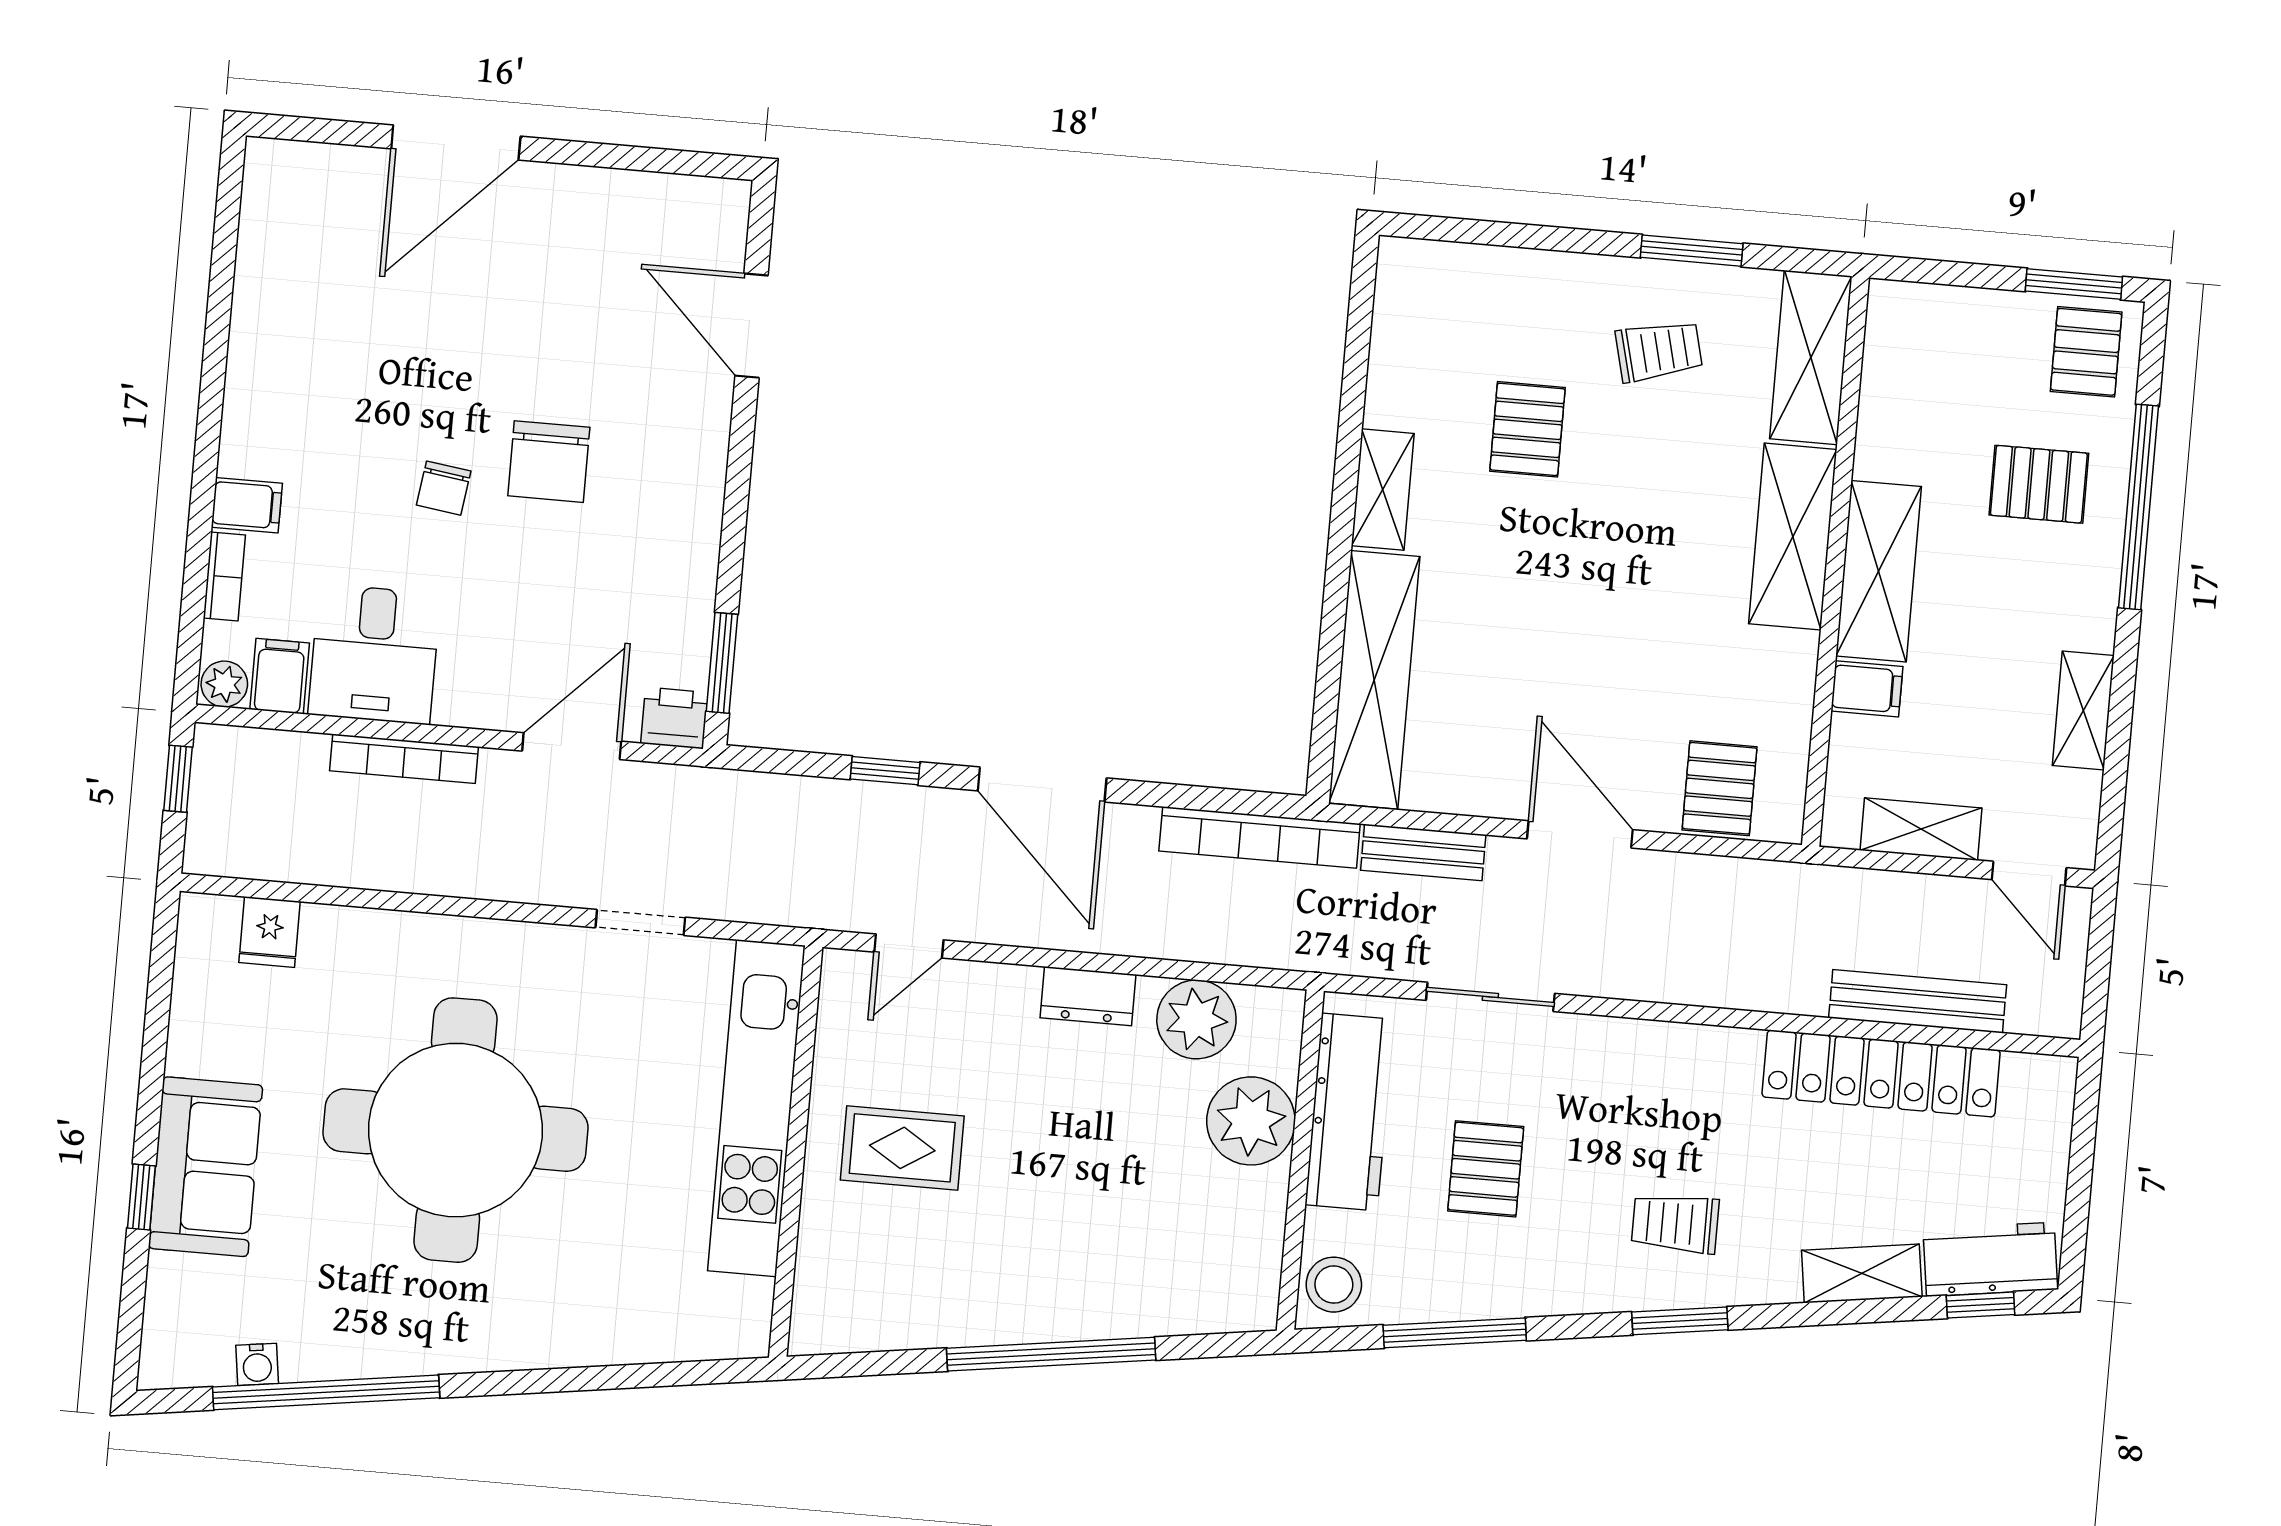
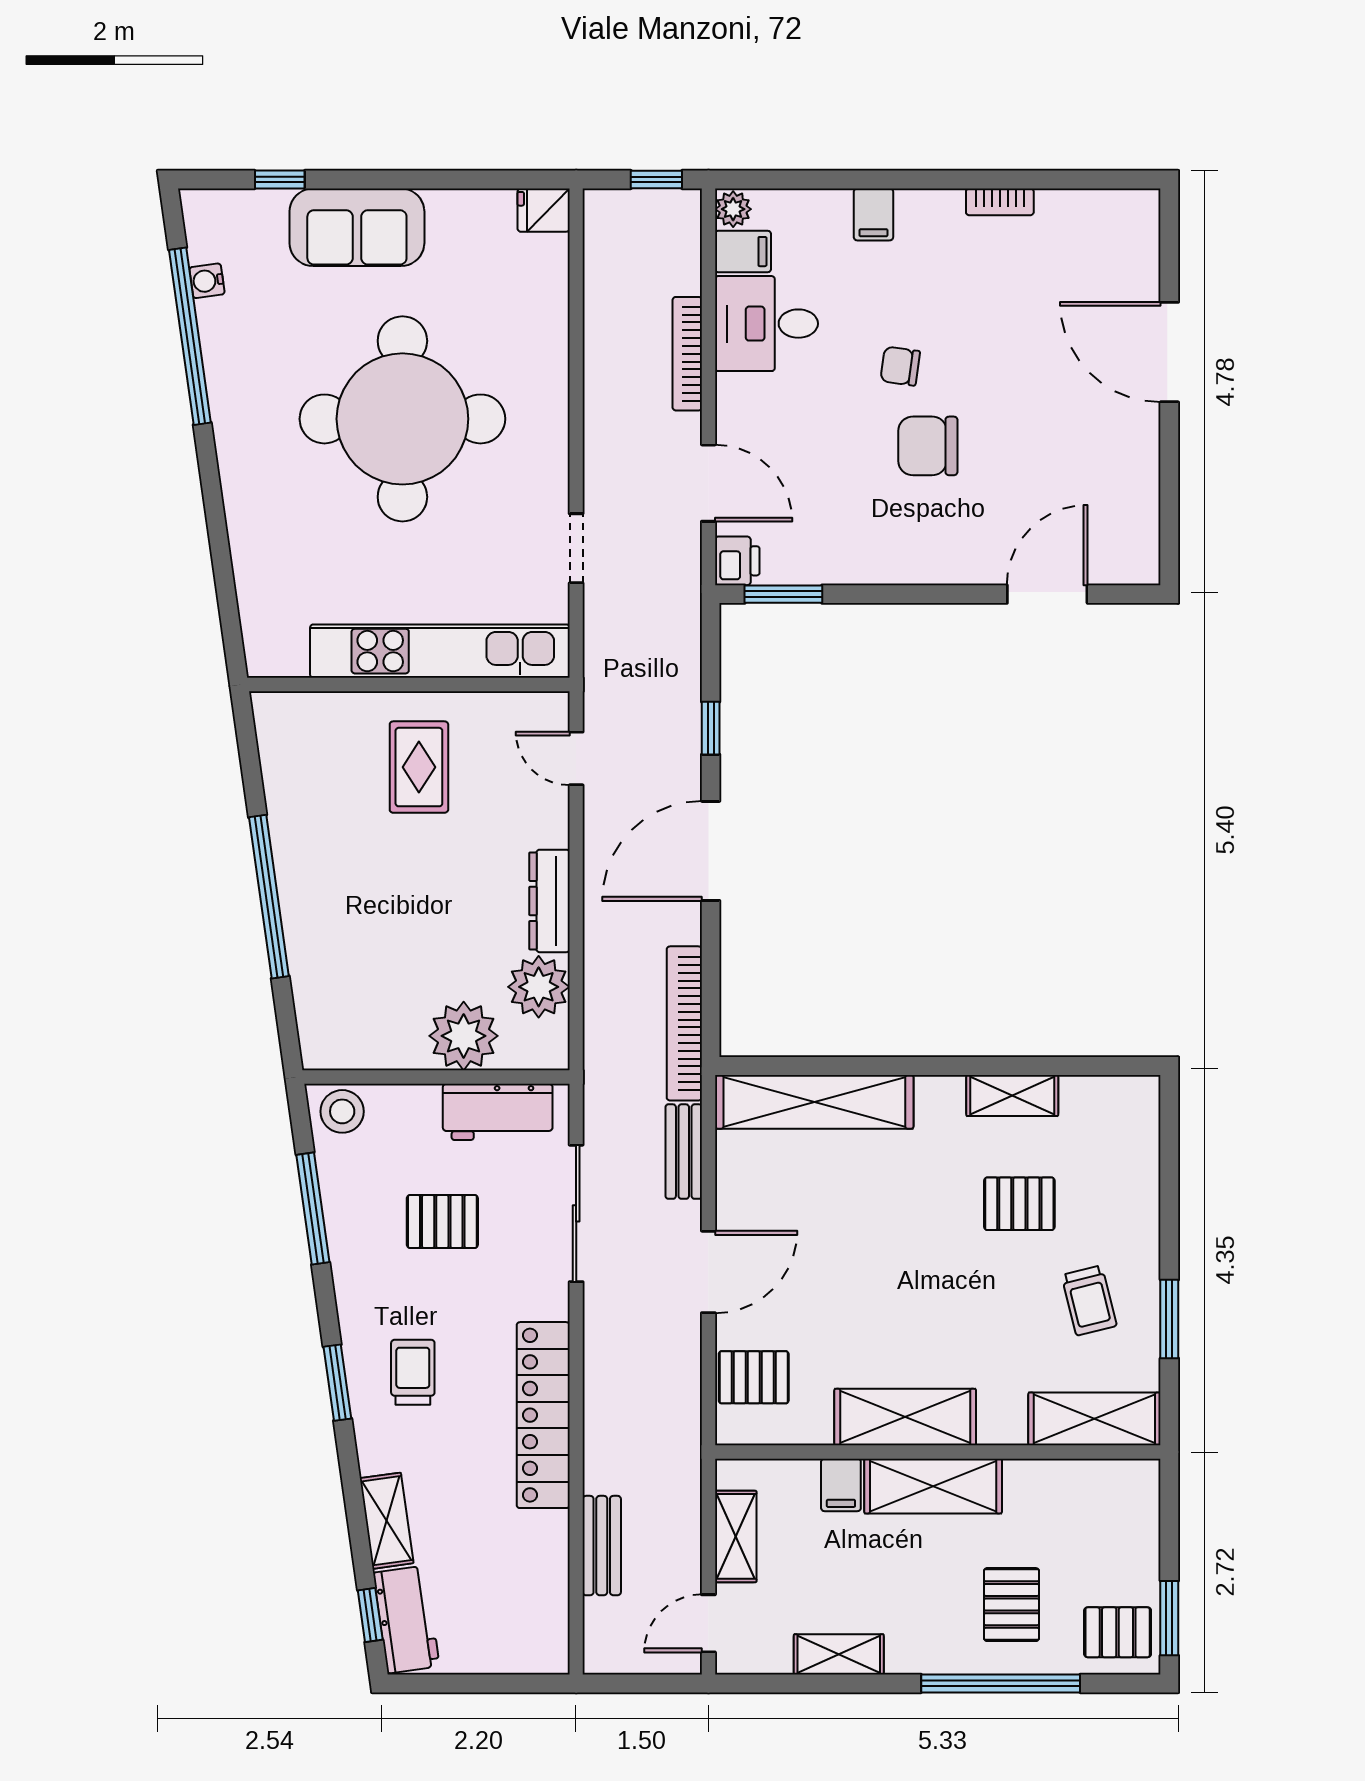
shelving: (1383, 490) -> (1012, 1095), moved
shelving: (1793, 537) -> (905, 1417), moved
bookcase: (224, 576) -> (1000, 202), moved
fridge: (270, 932) -> (544, 210), moved
dresser: (1088, 996) -> (549, 901), width x1.44
sliding door: (1490, 997) -> (576, 1213), width x1.37
bench: (1918, 1001) -> (602, 1546), width x0.73
locker: (1881, 1074) -> (543, 1415), moved
workbench: (1349, 1112) -> (498, 1112), width x0.73
window: (141, 1197) -> (280, 180), moved

